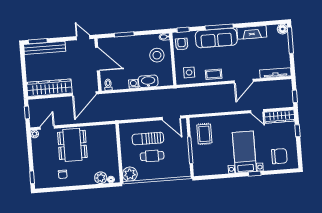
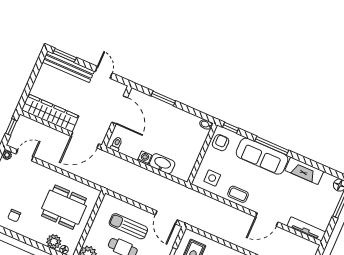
door: (83, 38) -> (104, 72), moved
stool: (157, 55) -> (187, 140), removed
dining table: (72, 145) -> (64, 207), moved, turned 90

